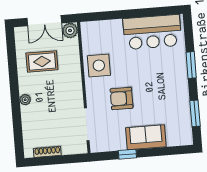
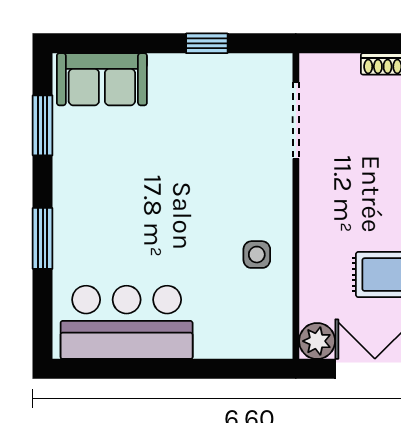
side table: (99, 65) -> (257, 255), width x0.54, depth x0.54
armchair: (122, 98) -> (210, 174), removed
sofa: (146, 137) -> (102, 79), moved

